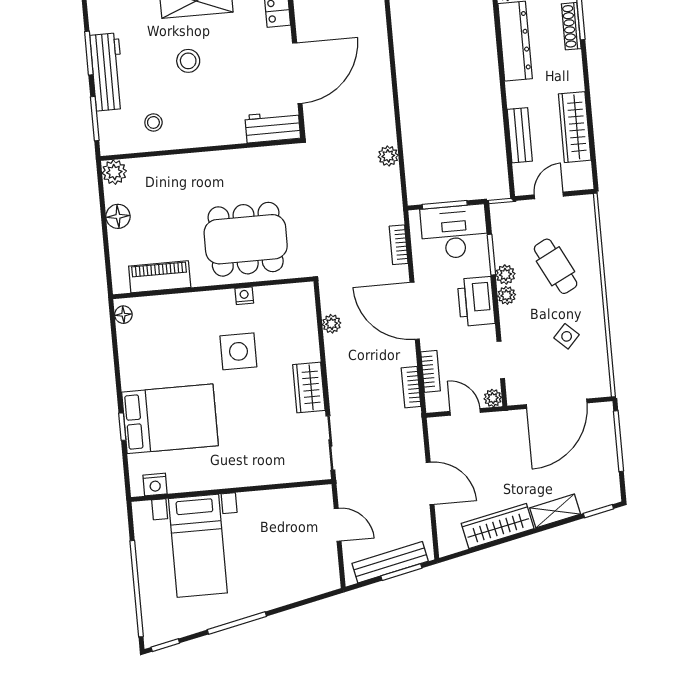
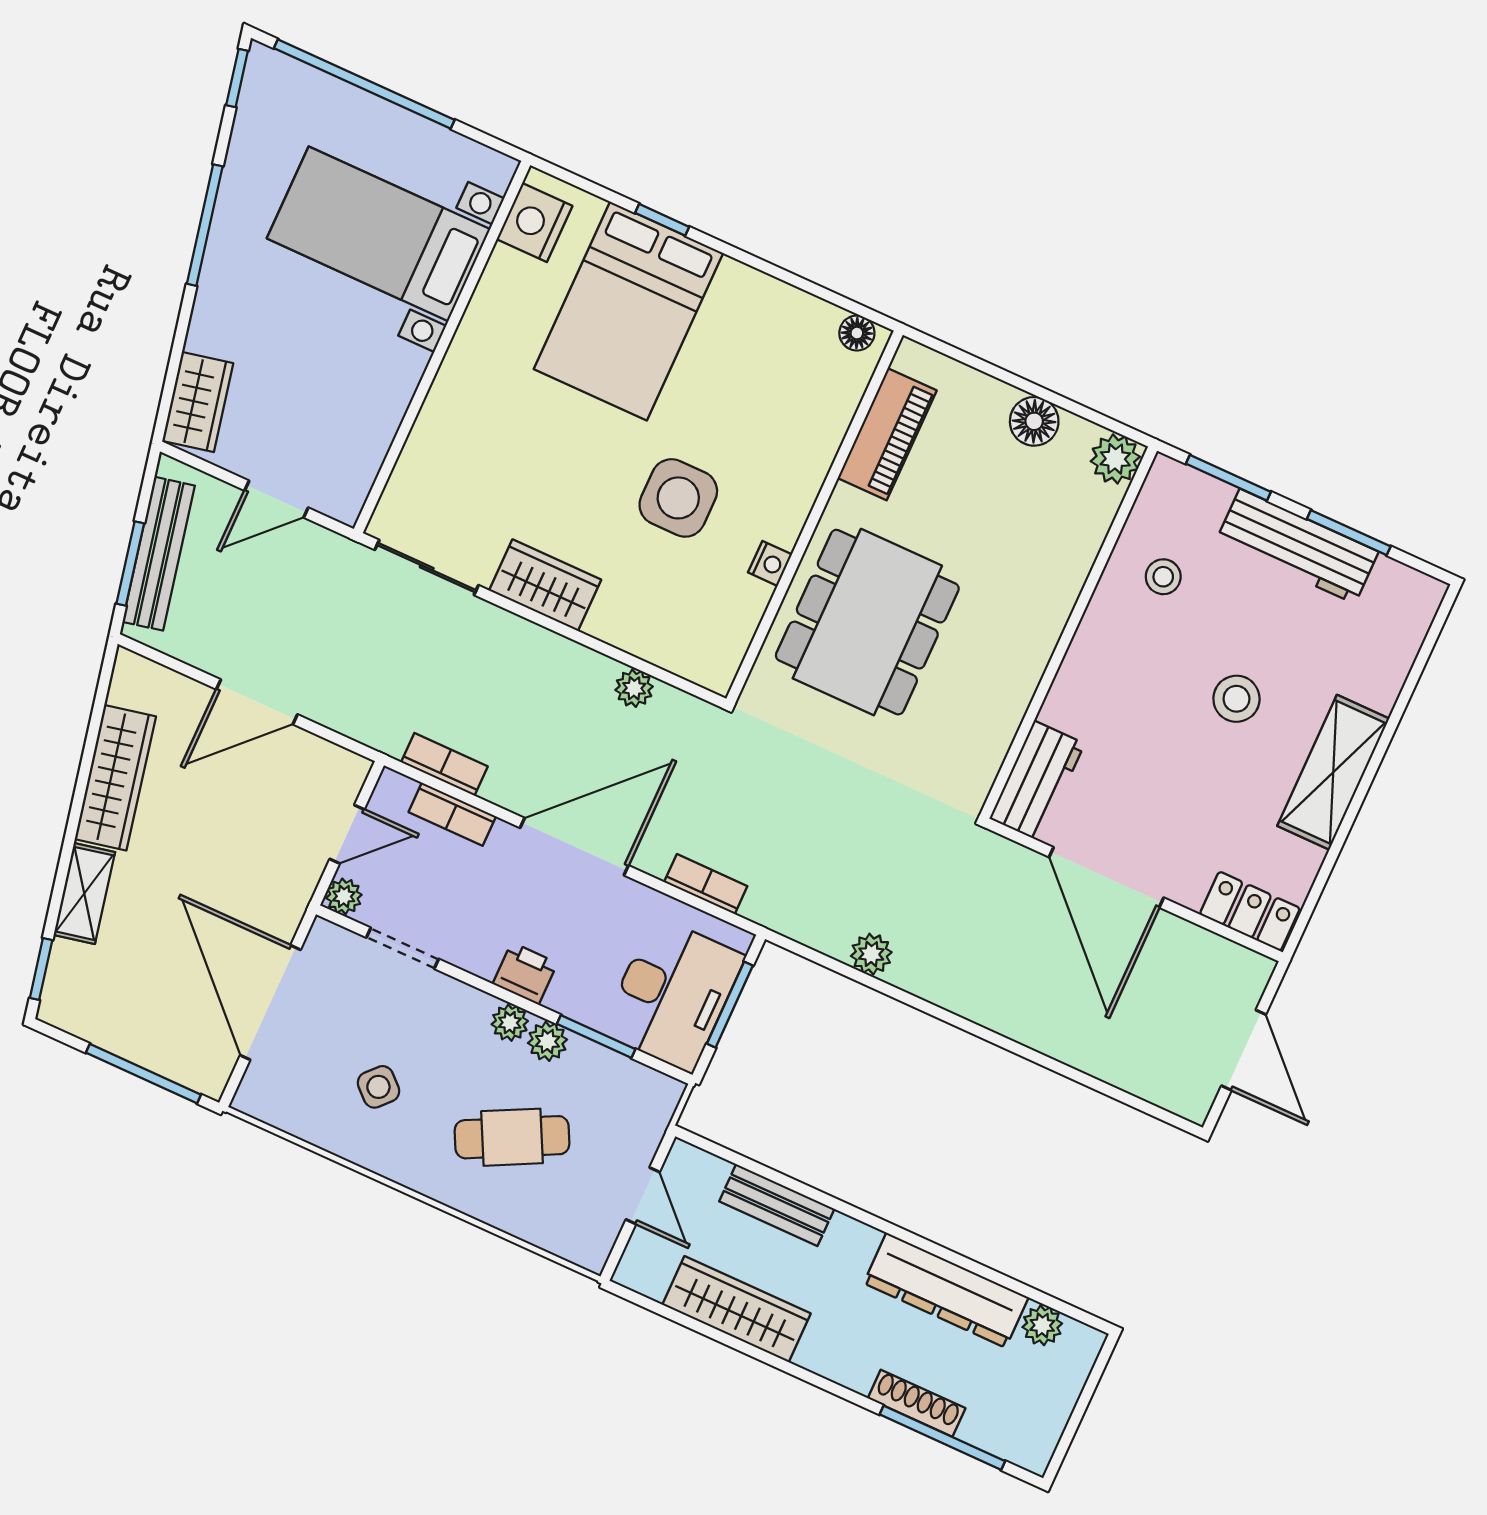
printer: (476, 301) -> (525, 973), width x0.53, depth x0.68
nightstand: (155, 484) -> (535, 223), width x1.36, depth x1.33
wardrobe: (315, 583) -> (198, 402), added

